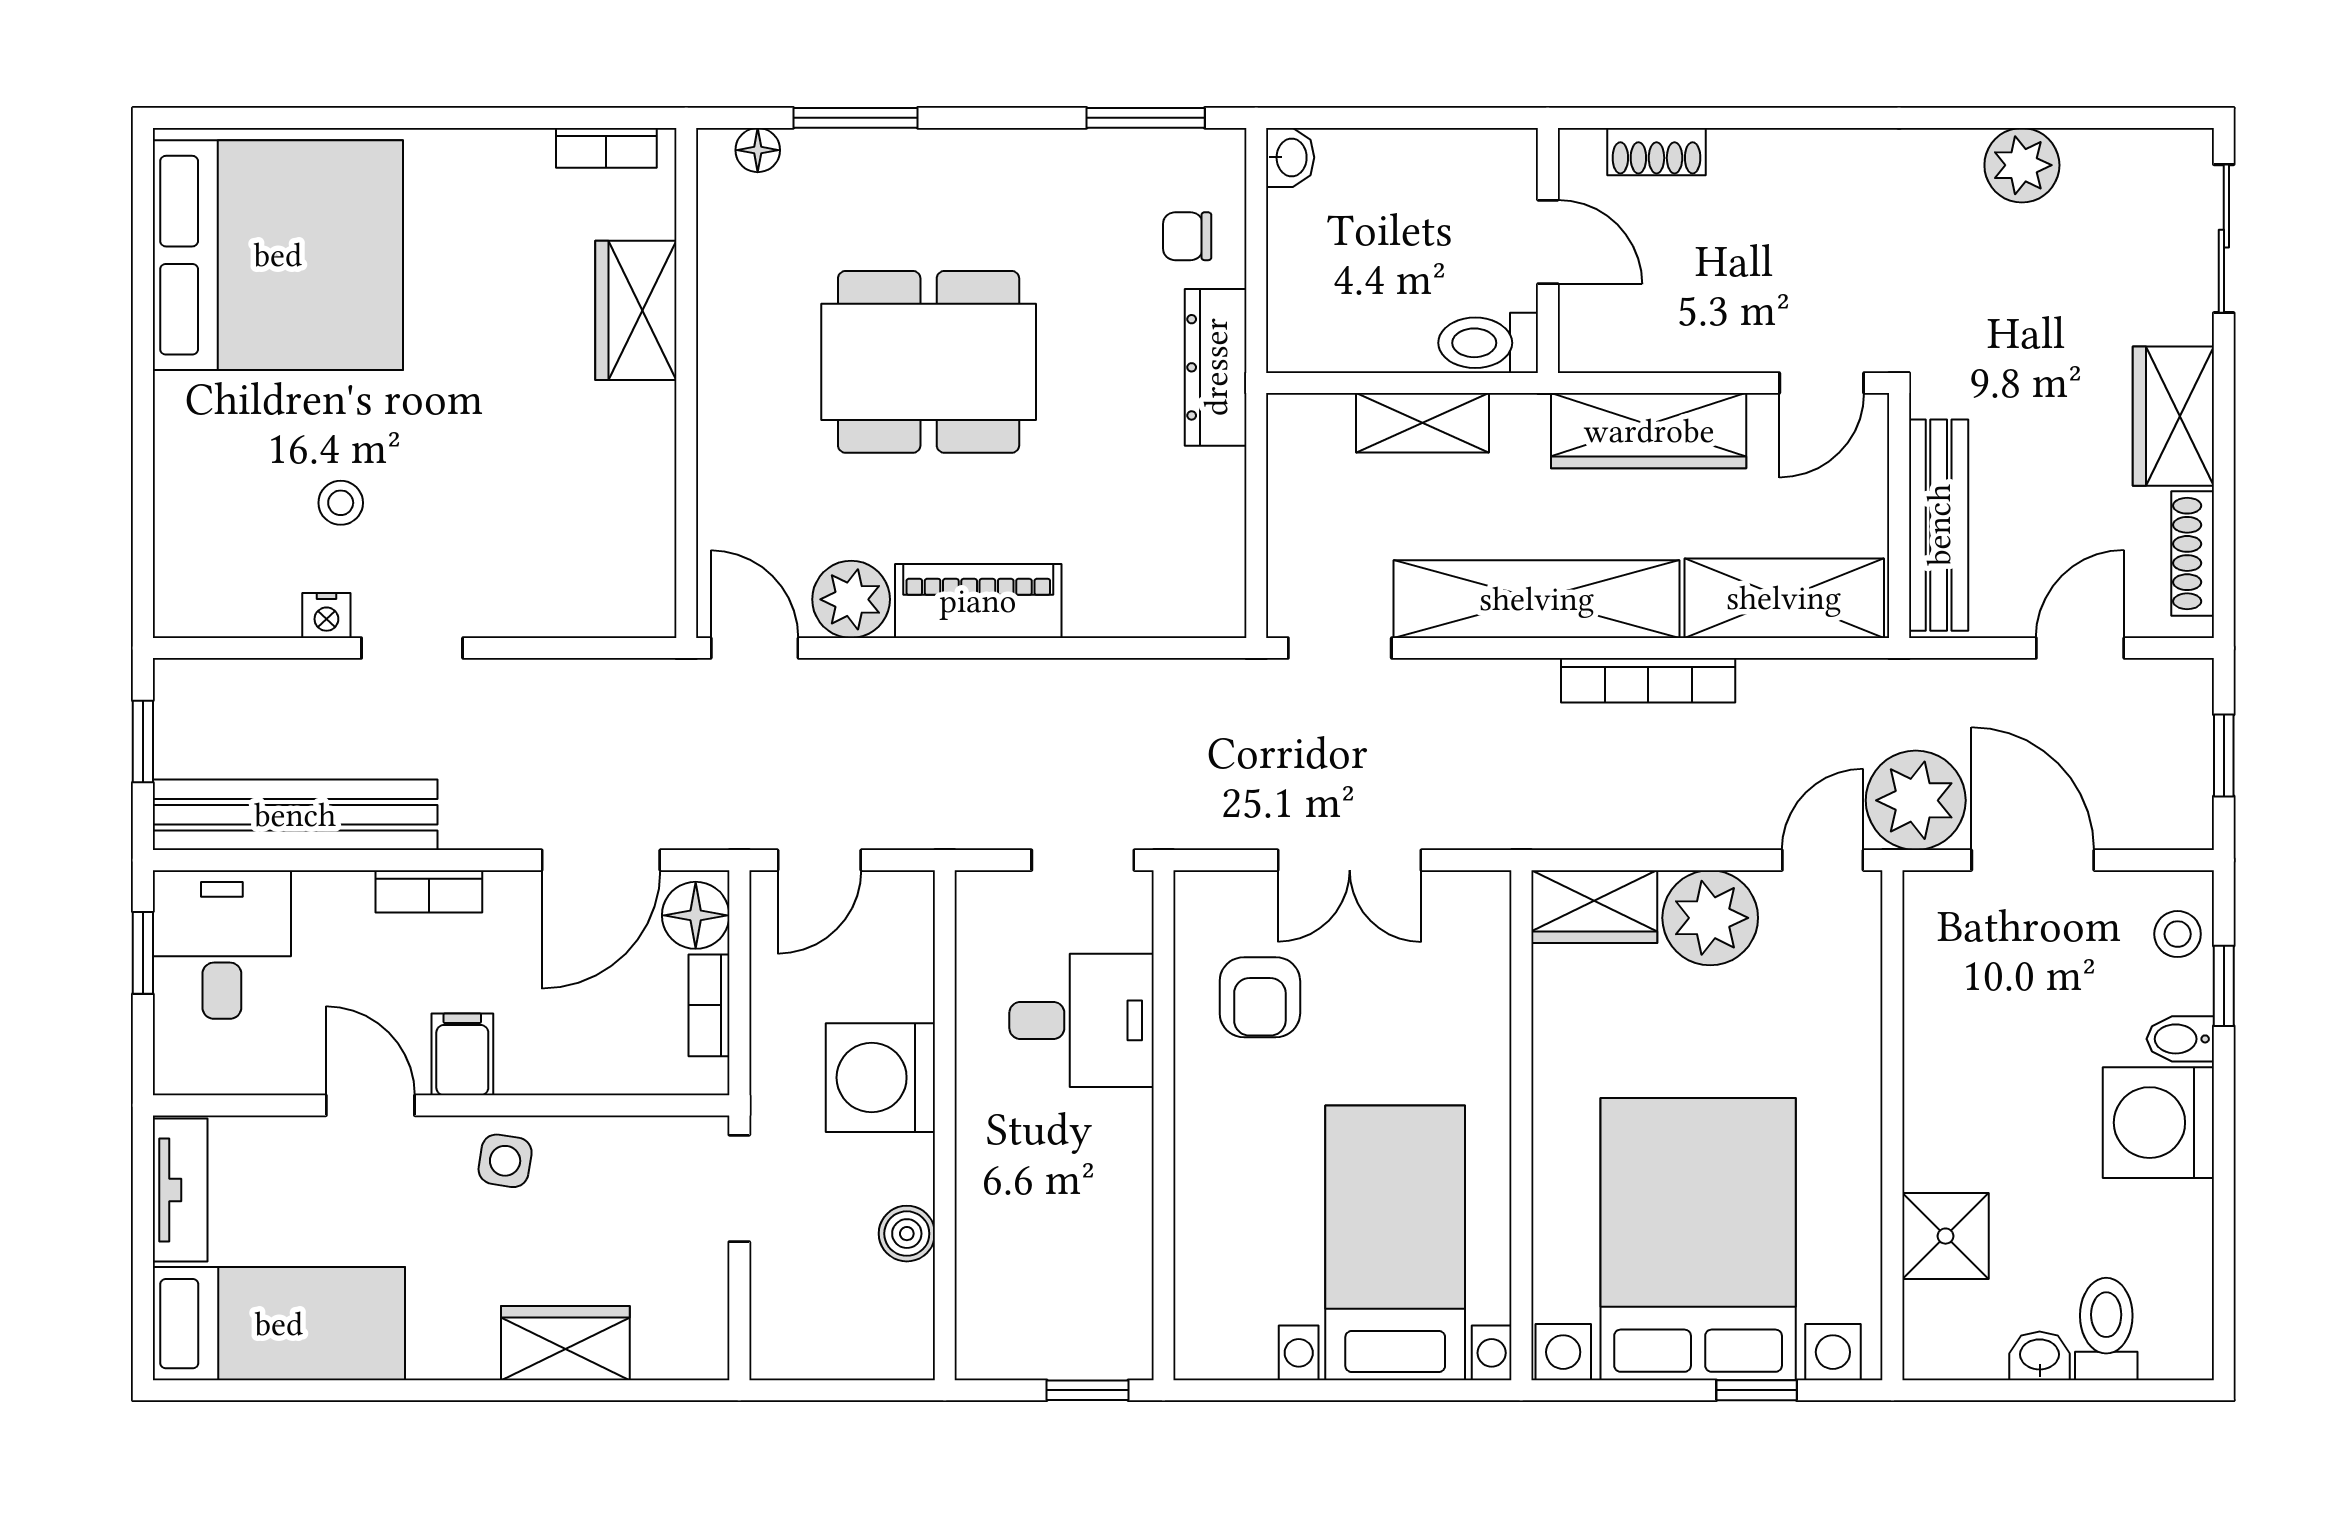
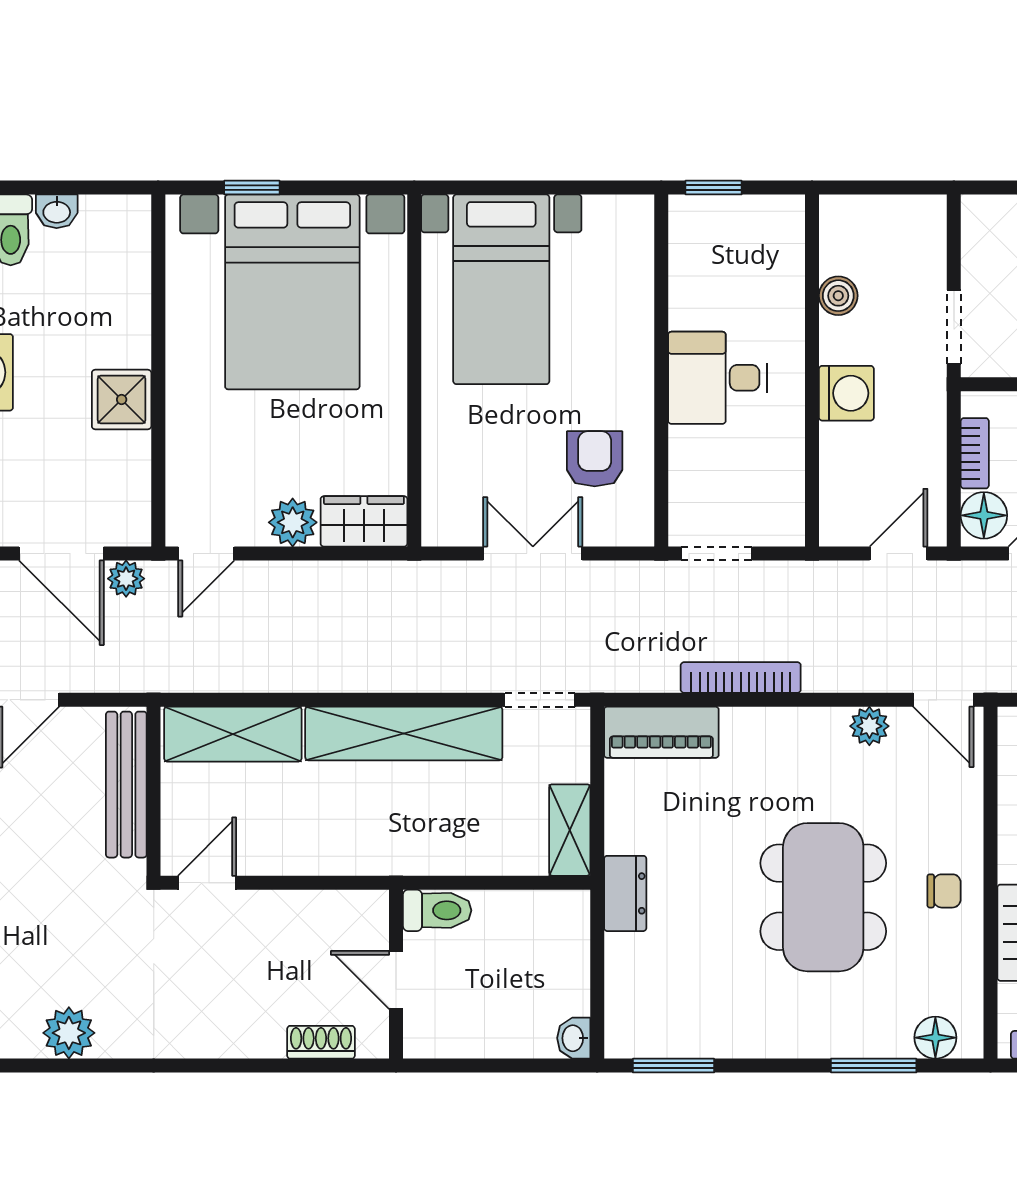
floor lamp: (758, 150) -> (935, 1038), width x1.37, depth x1.37
chair: (1187, 236) -> (944, 891), moved
dining table: (929, 362) -> (823, 897), turned 90
dresser: (1216, 367) -> (625, 893), width x0.70
shelving: (1422, 423) -> (570, 830), moved, turned 90
wardrobe: (1649, 431) -> (326, 850), removed
plant: (851, 599) -> (869, 726), width x0.73, depth x0.73
piano: (978, 601) -> (661, 732), moved
bookcase: (1648, 680) -> (741, 678), moved
plant: (1916, 800) -> (126, 579), width x0.53, depth x0.53
plant: (1710, 918) -> (293, 522), width x0.73, depth x0.73
desk: (1081, 1020) -> (718, 378), moved
washing machine: (880, 1078) -> (846, 393), width x0.73, depth x0.73
shower: (1946, 1236) -> (122, 400), moved

